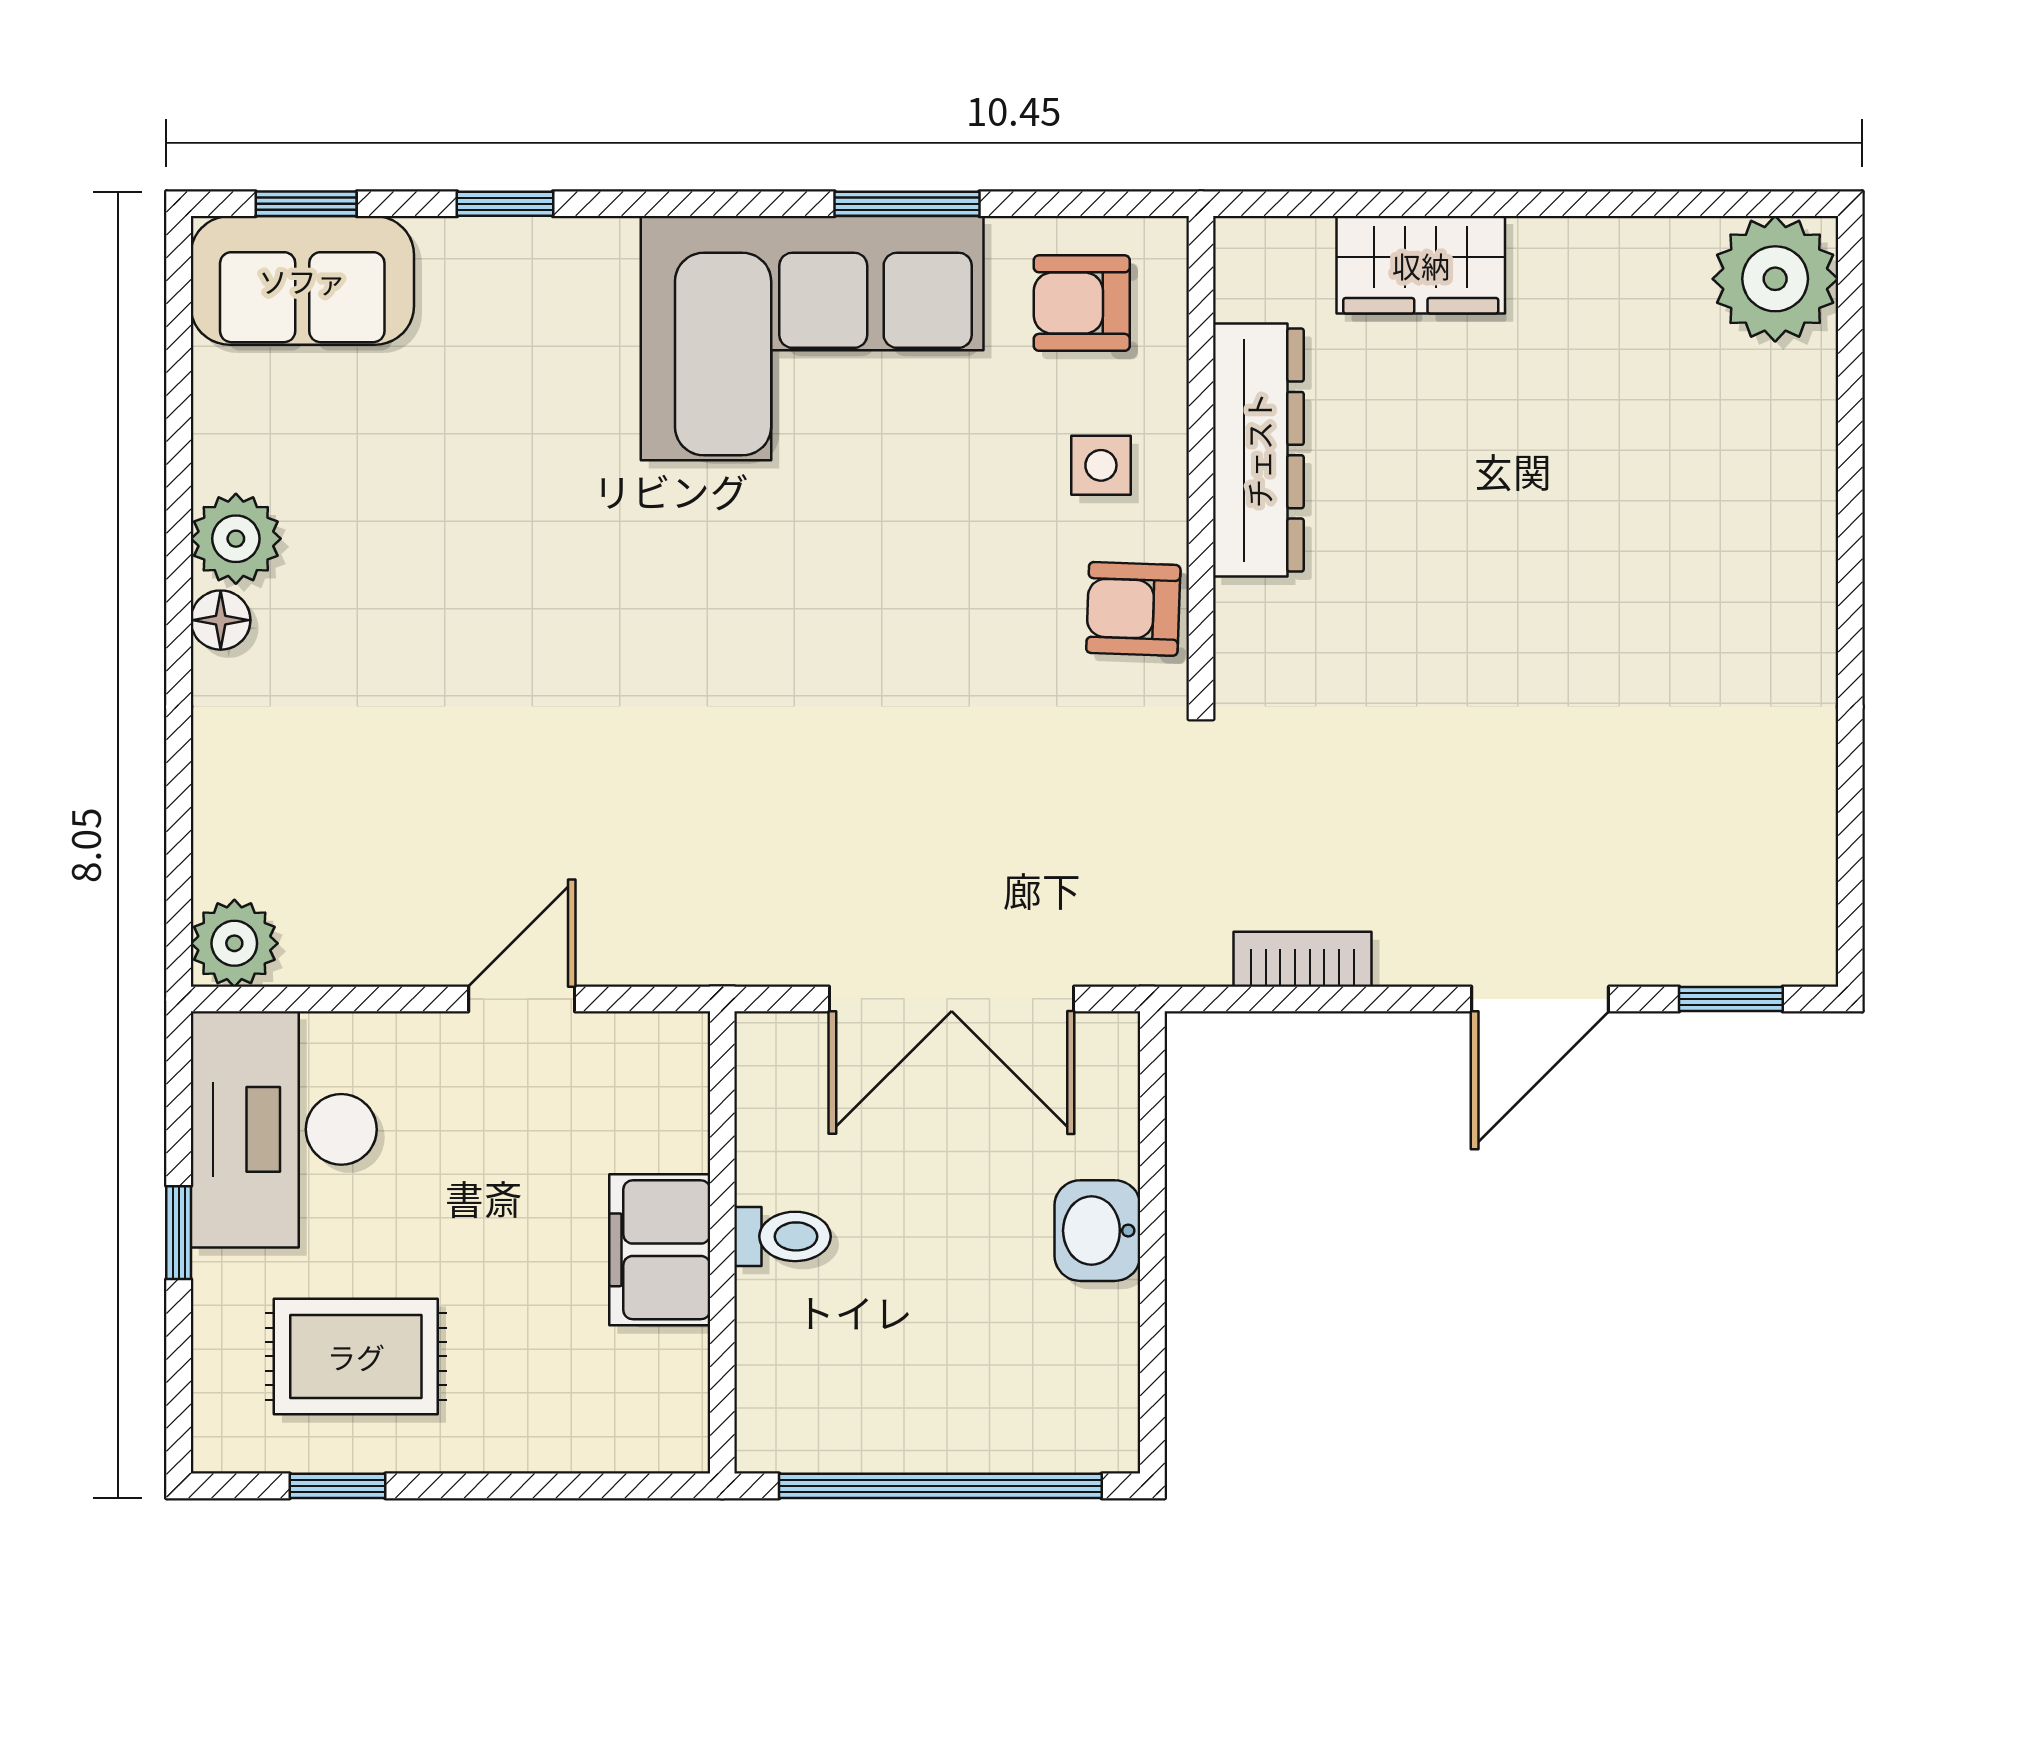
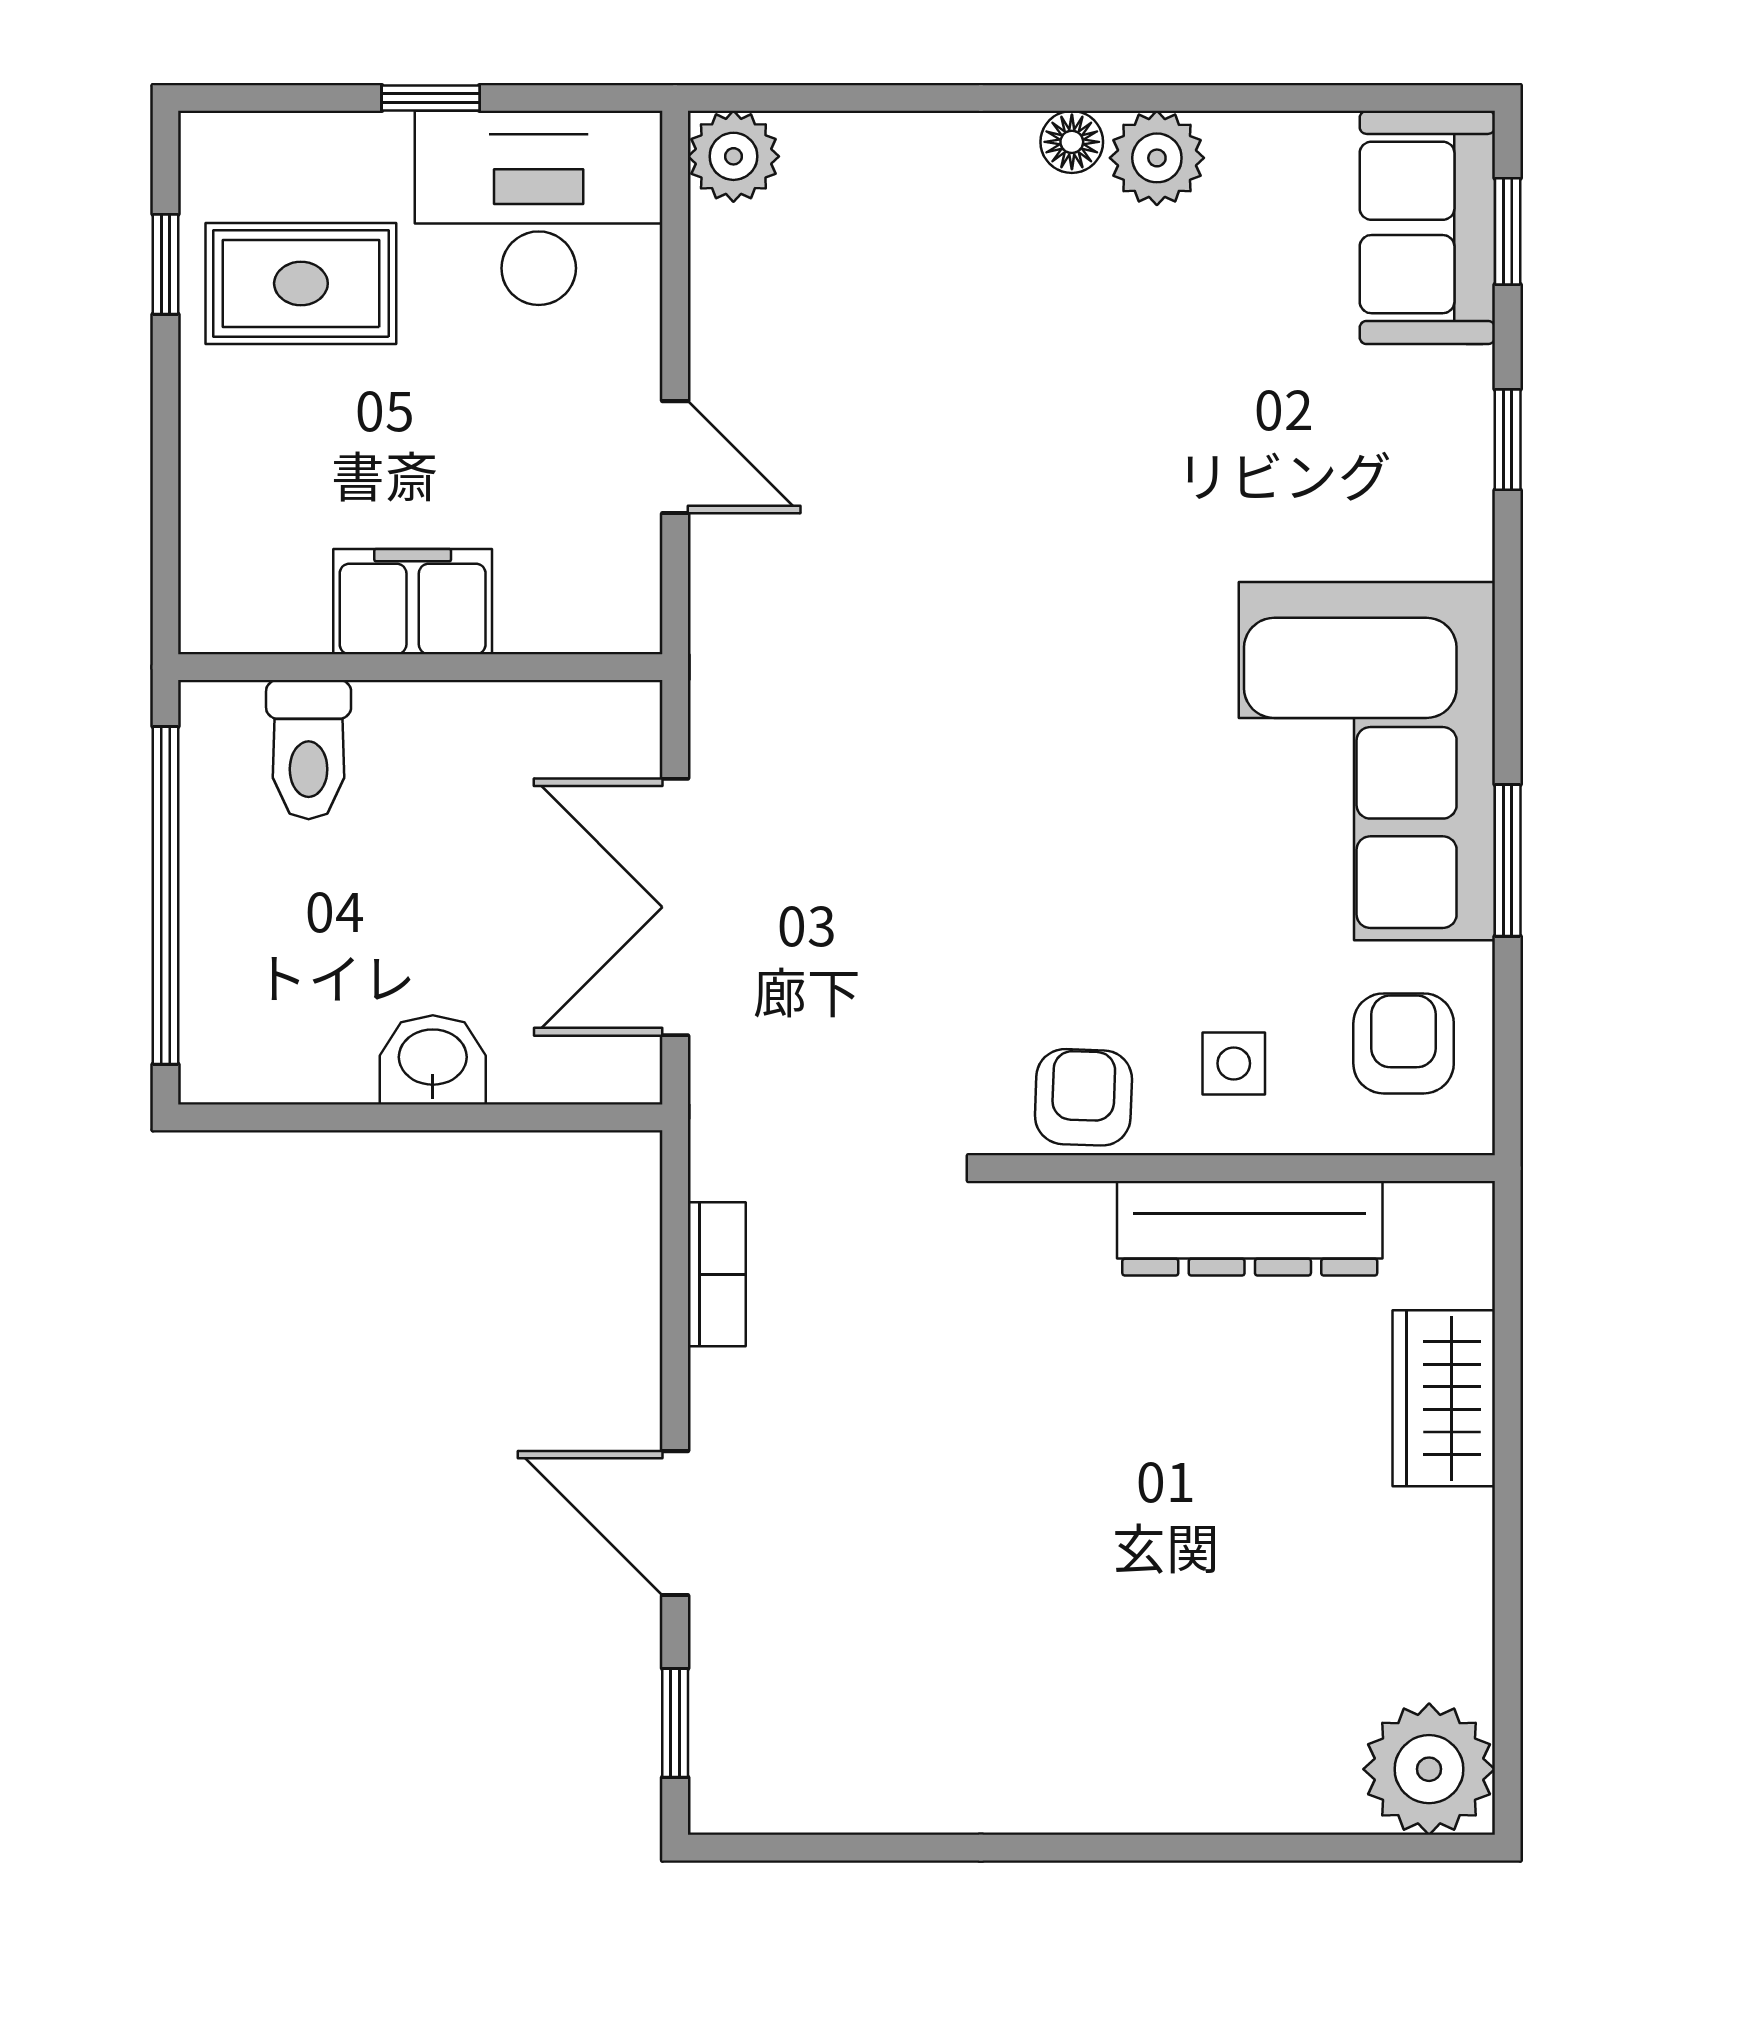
toilet: (783, 1236) -> (309, 750), moved, width x1.37, depth x1.39
rug: (356, 1356) -> (301, 283), turned 90

